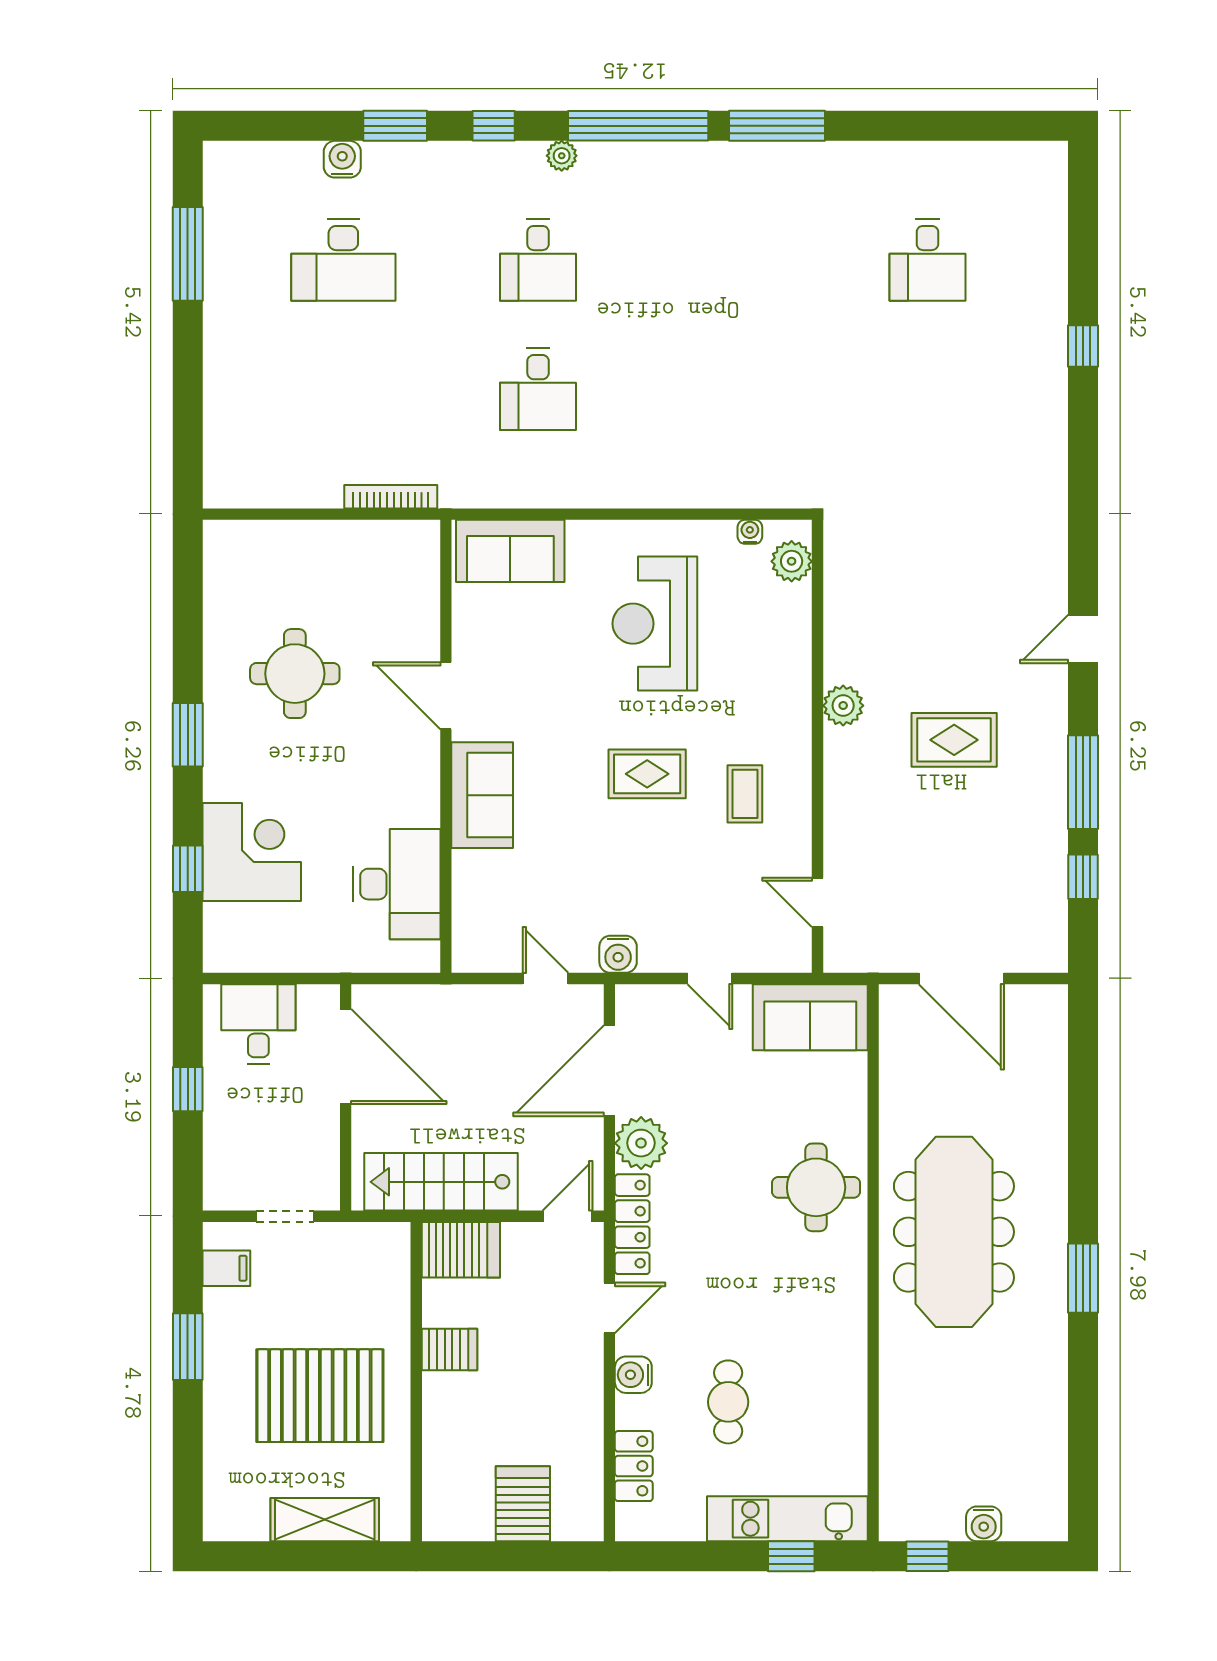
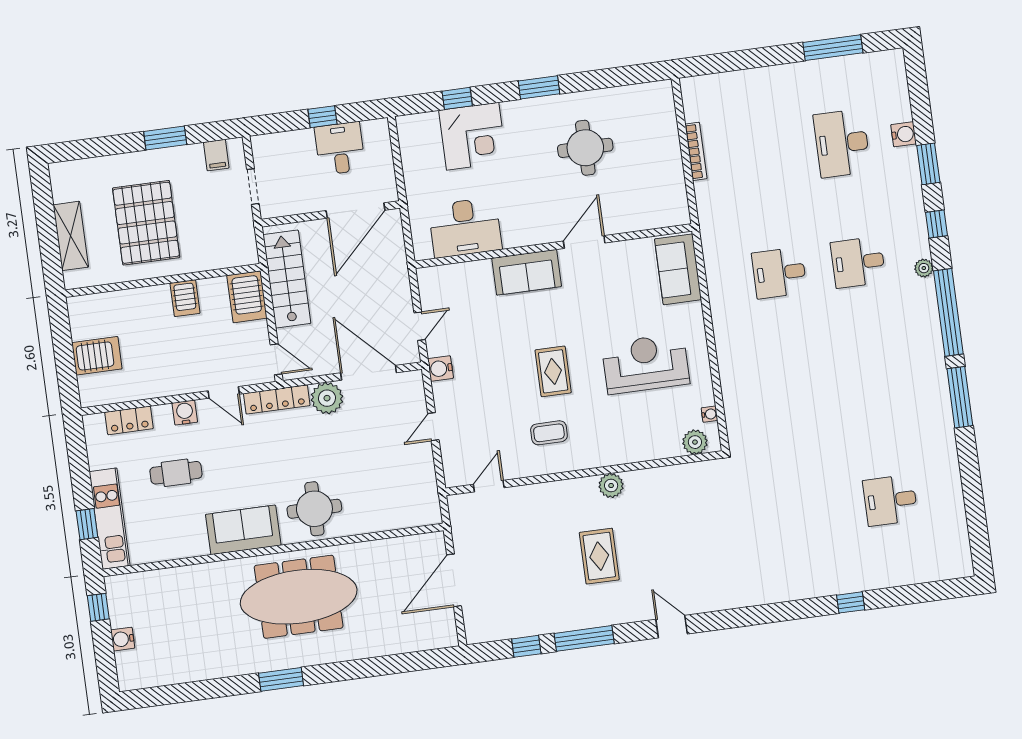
bookcase: (391, 497) -> (696, 151), moved
sofa: (810, 1017) -> (243, 530), moved, turned 90
desk: (258, 1024) -> (340, 148), moved, turned -90

